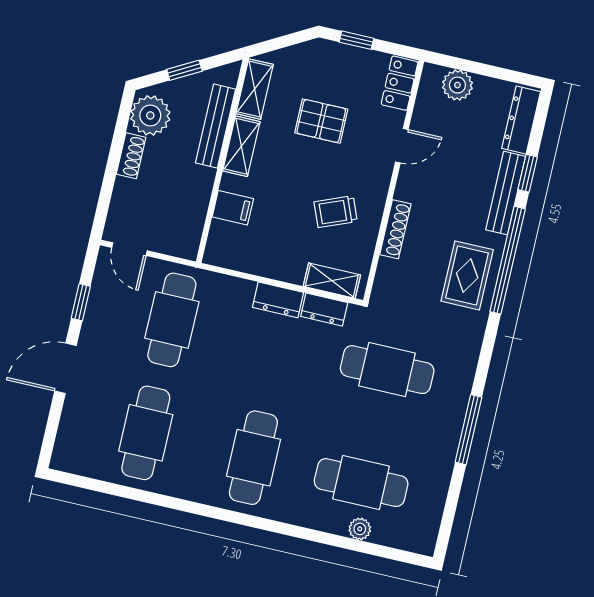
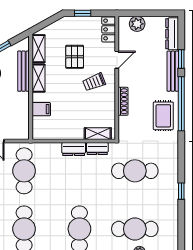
pallet: (321, 121) -> (75, 57), turned 90
trolley: (336, 212) -> (94, 82), moved
window: (468, 430) -> (181, 191), width x0.46

